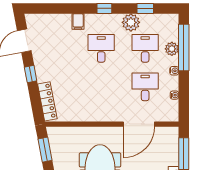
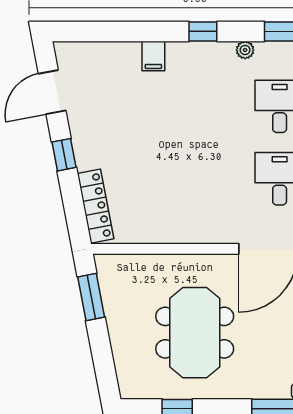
plant: (131, 22) -> (245, 50), width x0.53, depth x0.53
desk: (101, 48) -> (197, 106), removed

